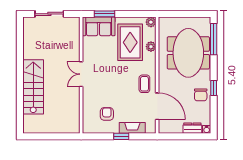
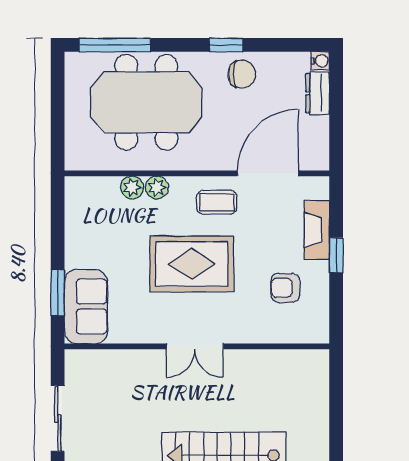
plant: (151, 22) -> (157, 187), moved
rug: (130, 42) -> (192, 264), moved

